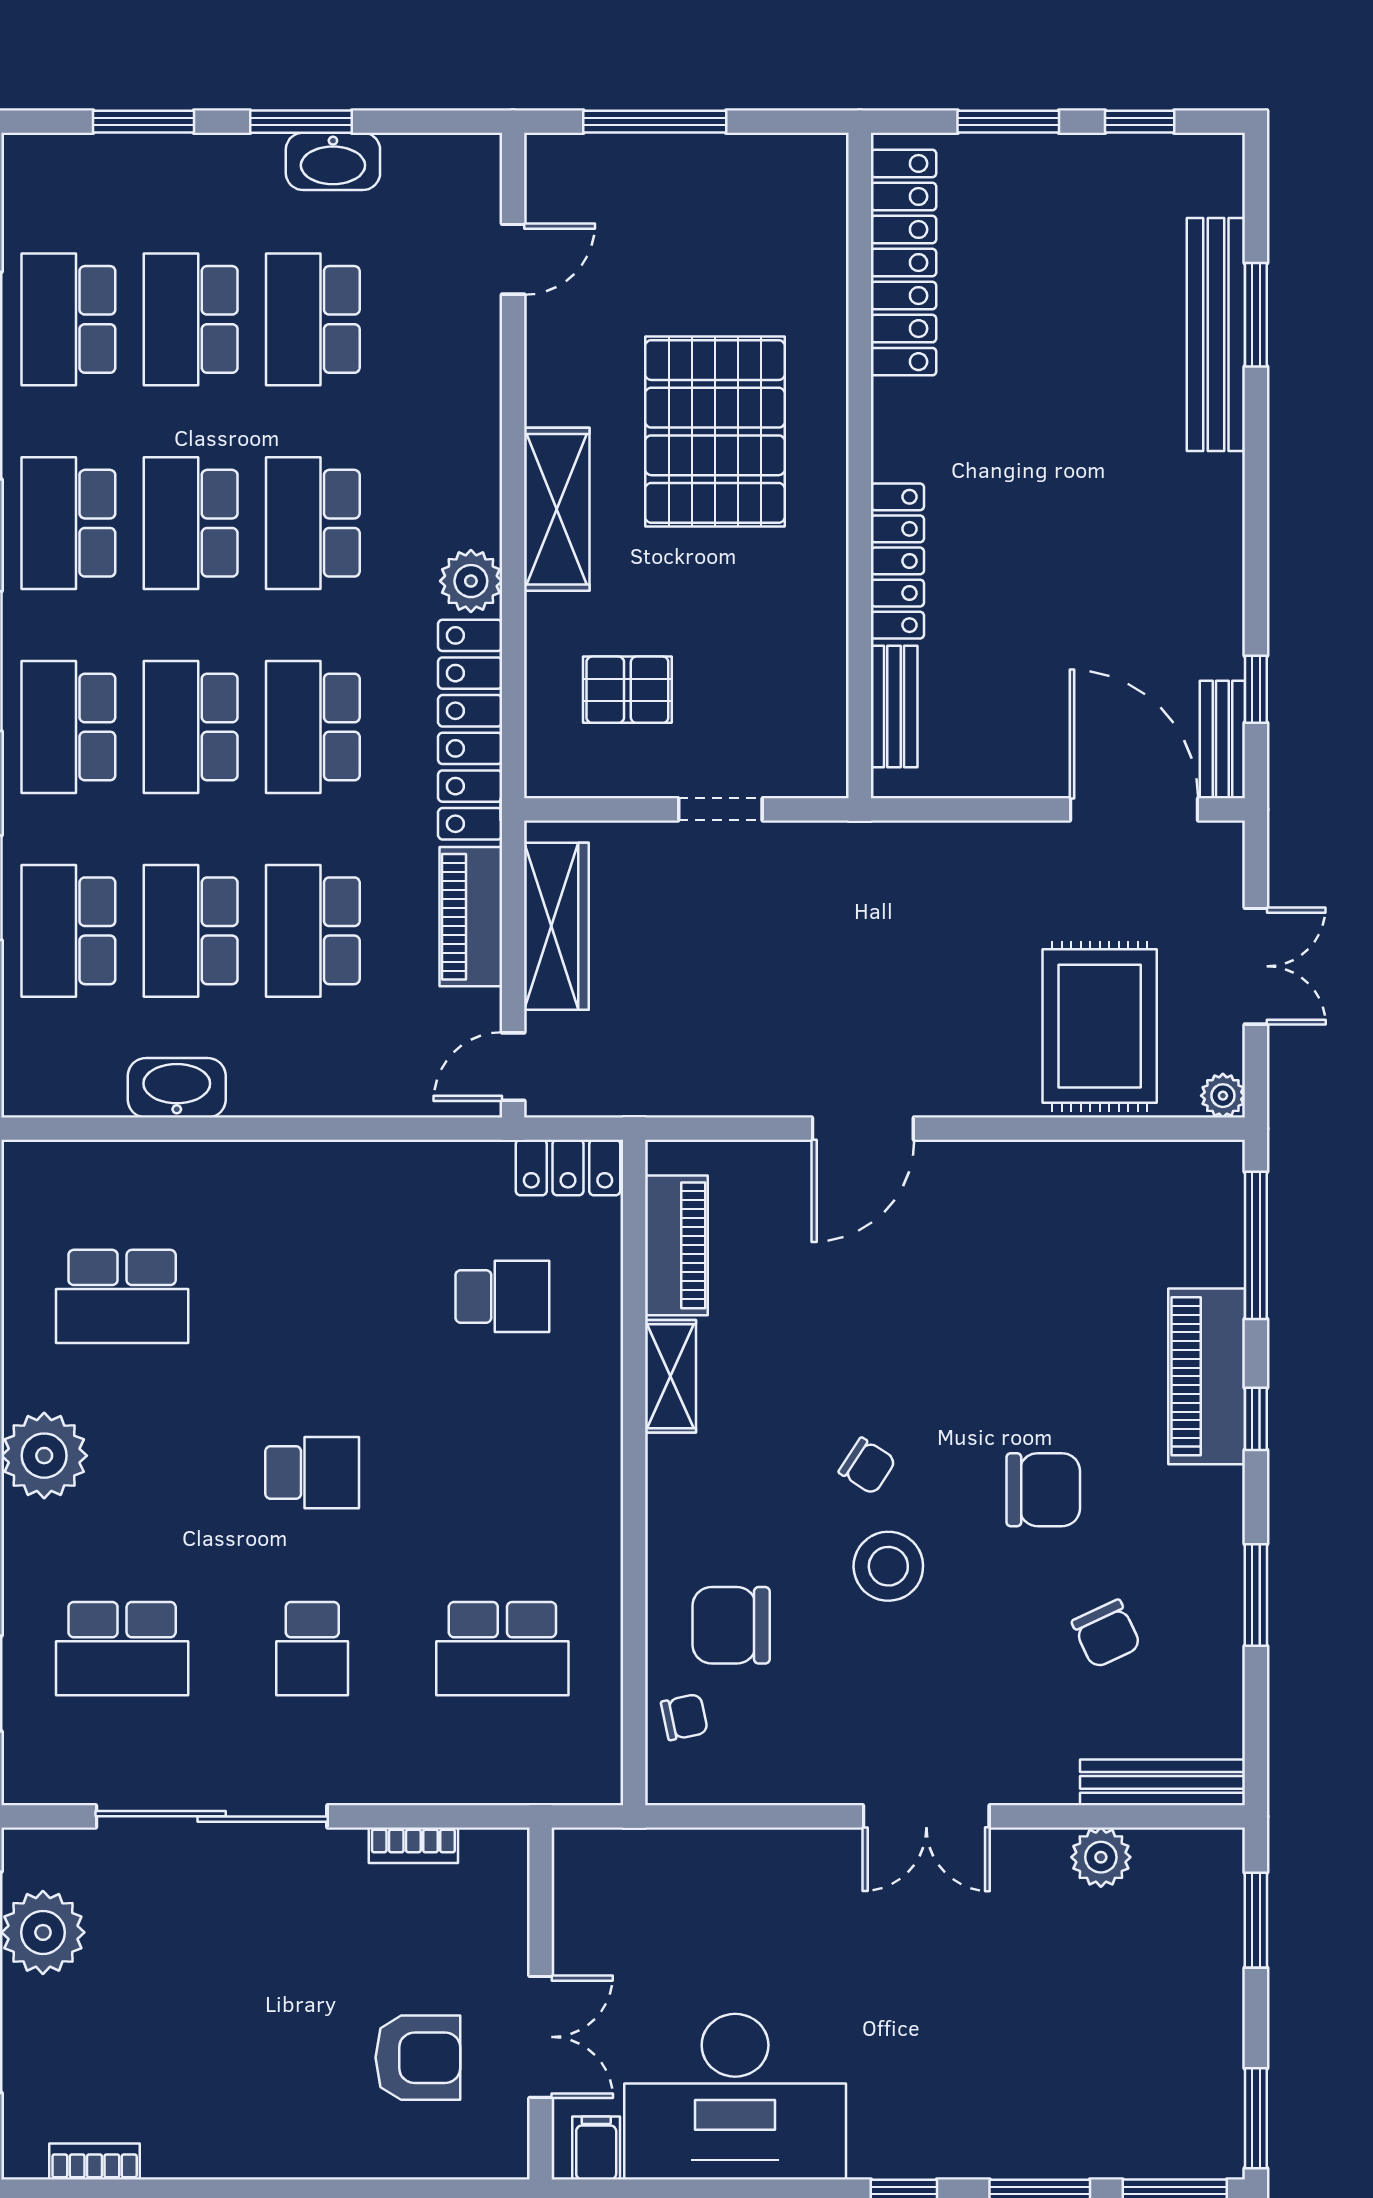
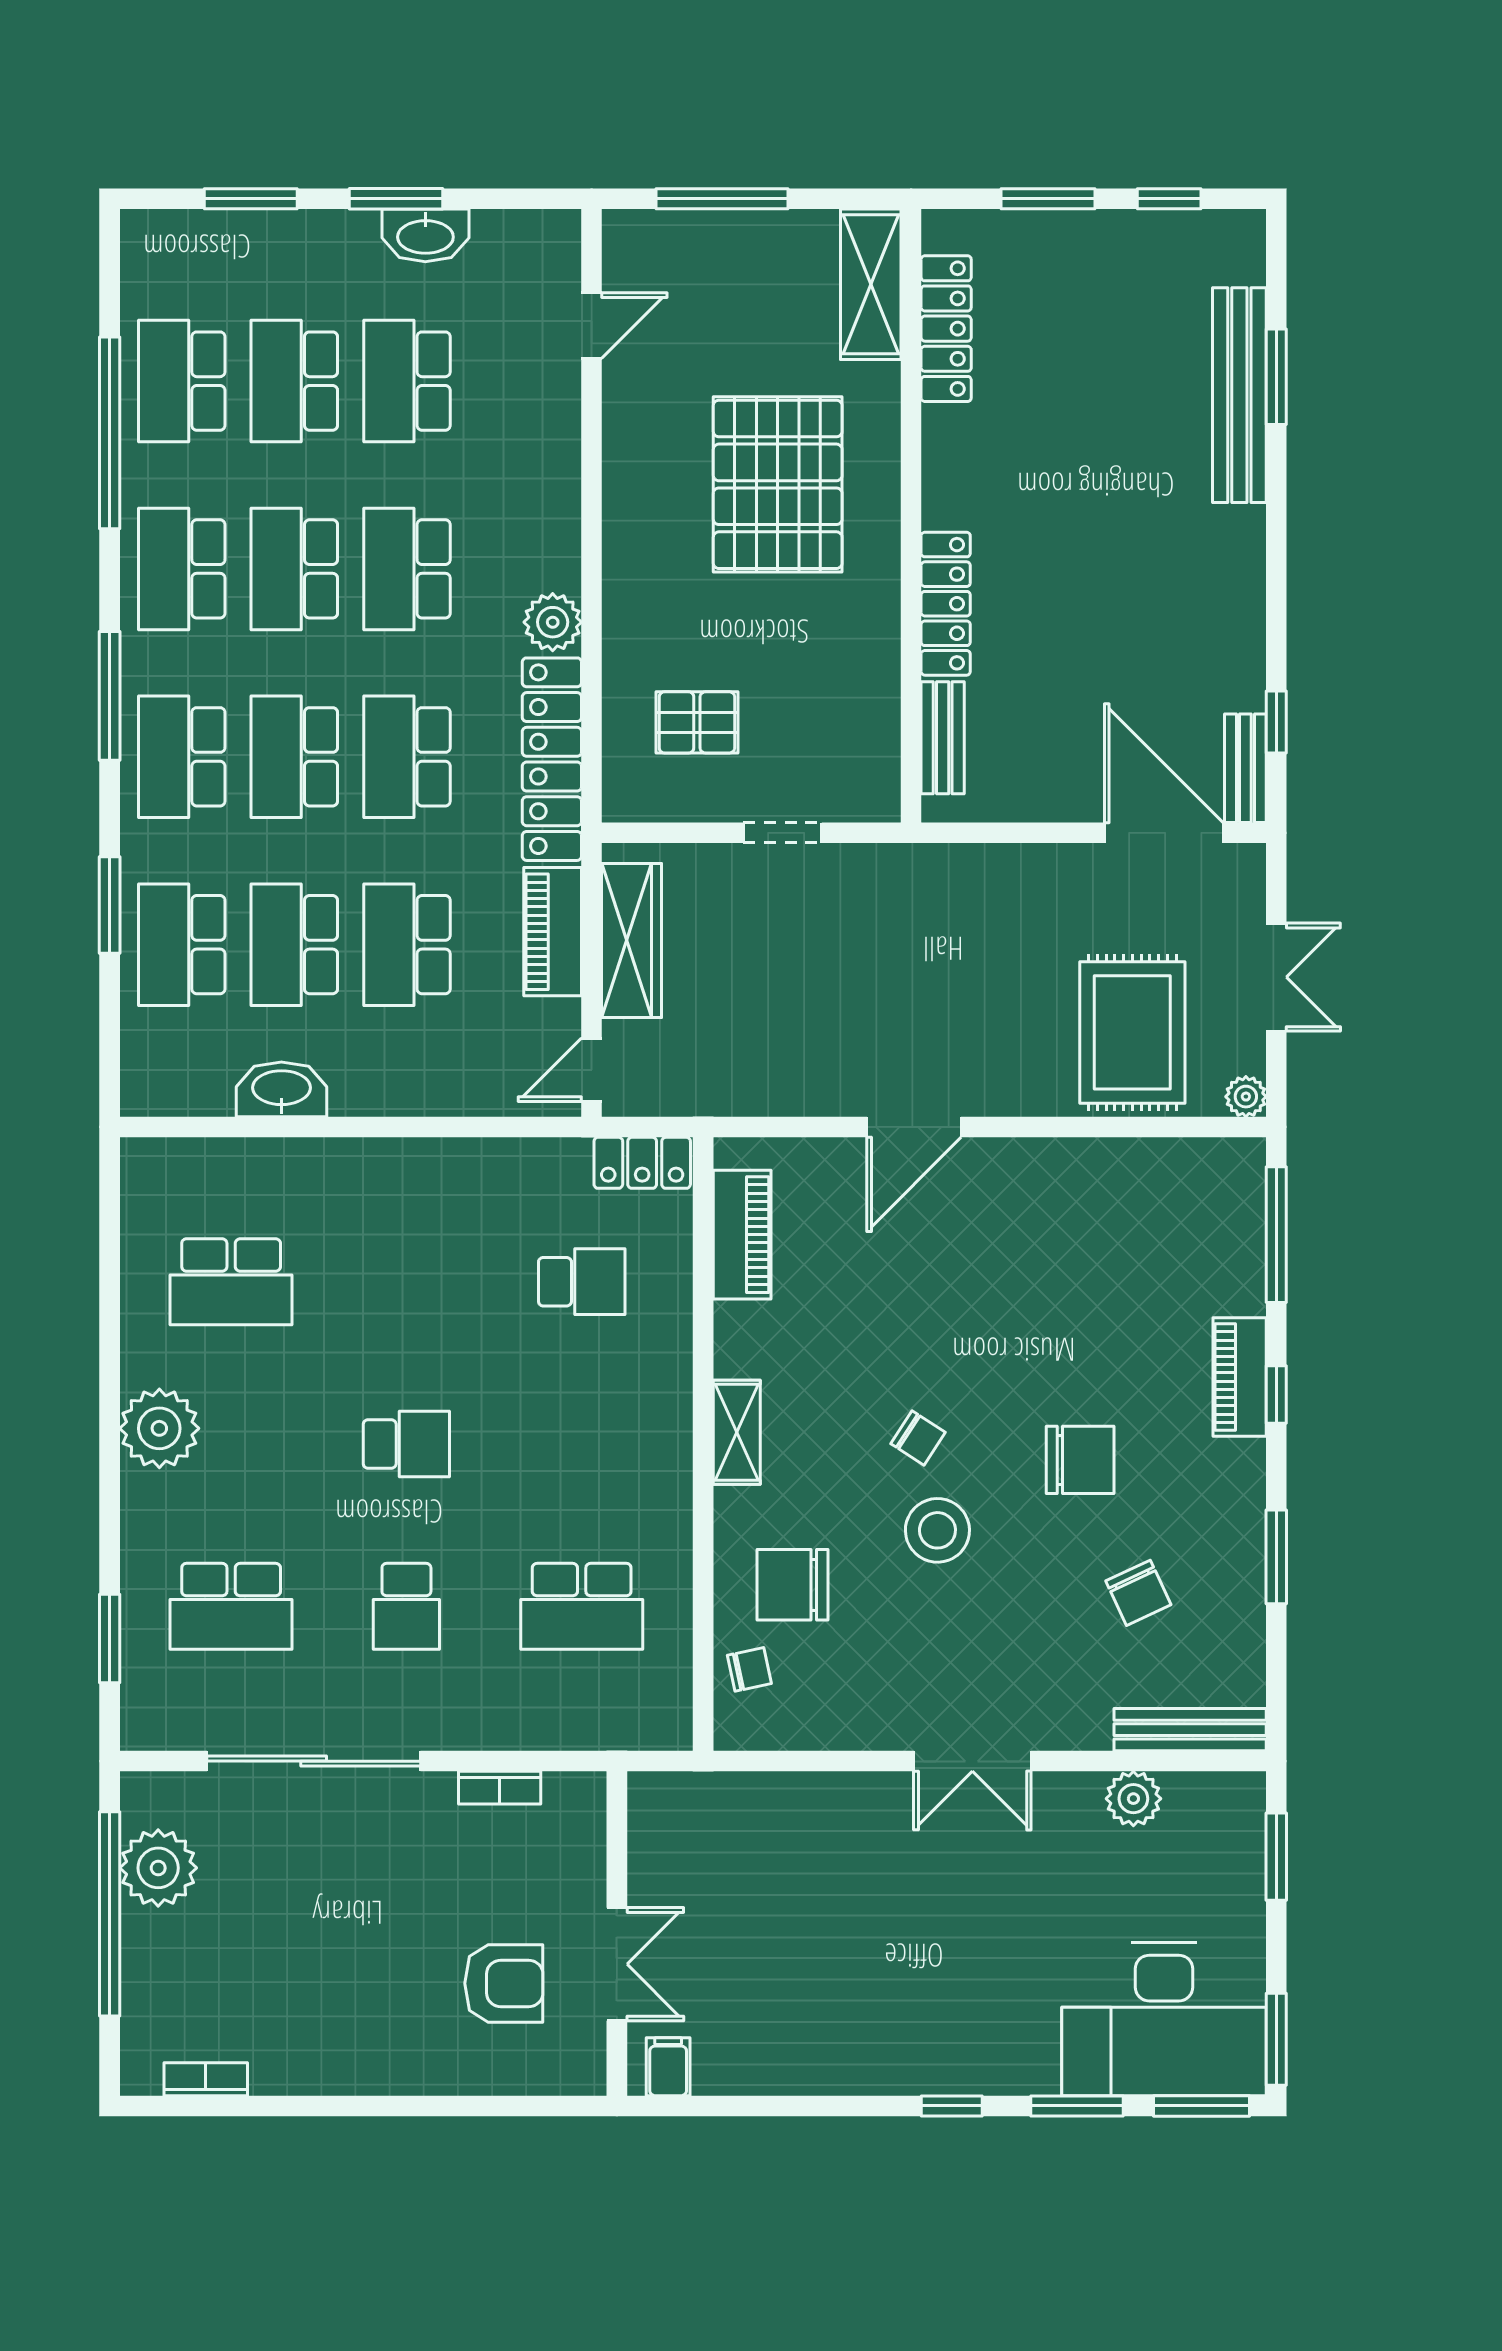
locker: (903, 263) -> (946, 329), width x0.71, depth x0.83
shelving: (557, 509) -> (871, 284), moved
shelving: (671, 1376) -> (737, 1432), moved
piano: (1207, 1376) -> (1240, 1377), width x0.73, depth x0.75
desk: (735, 2097) -> (1164, 2019), moved

